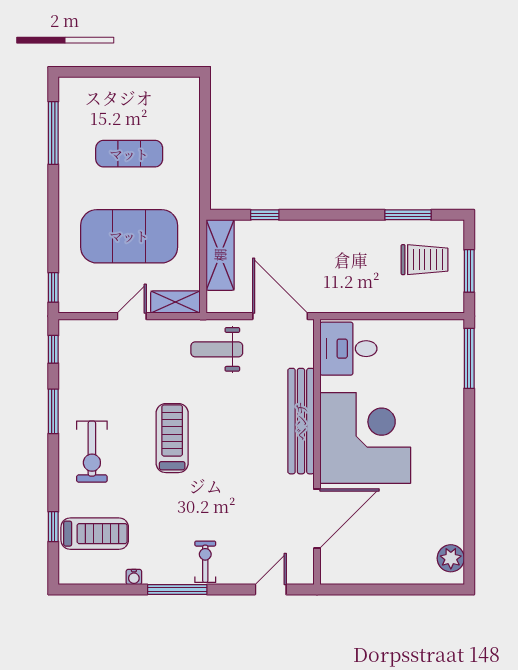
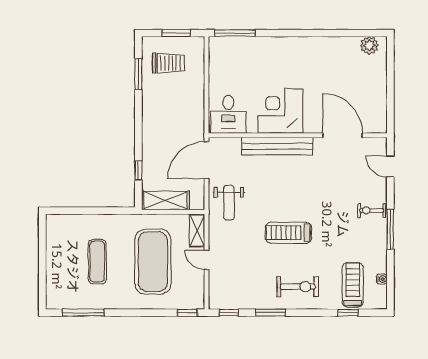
trolley: (425, 260) -> (168, 63), turned 90
corner desk: (365, 438) -> (280, 111), width x0.74, depth x0.74
water cooler: (134, 577) -> (382, 279), moved

